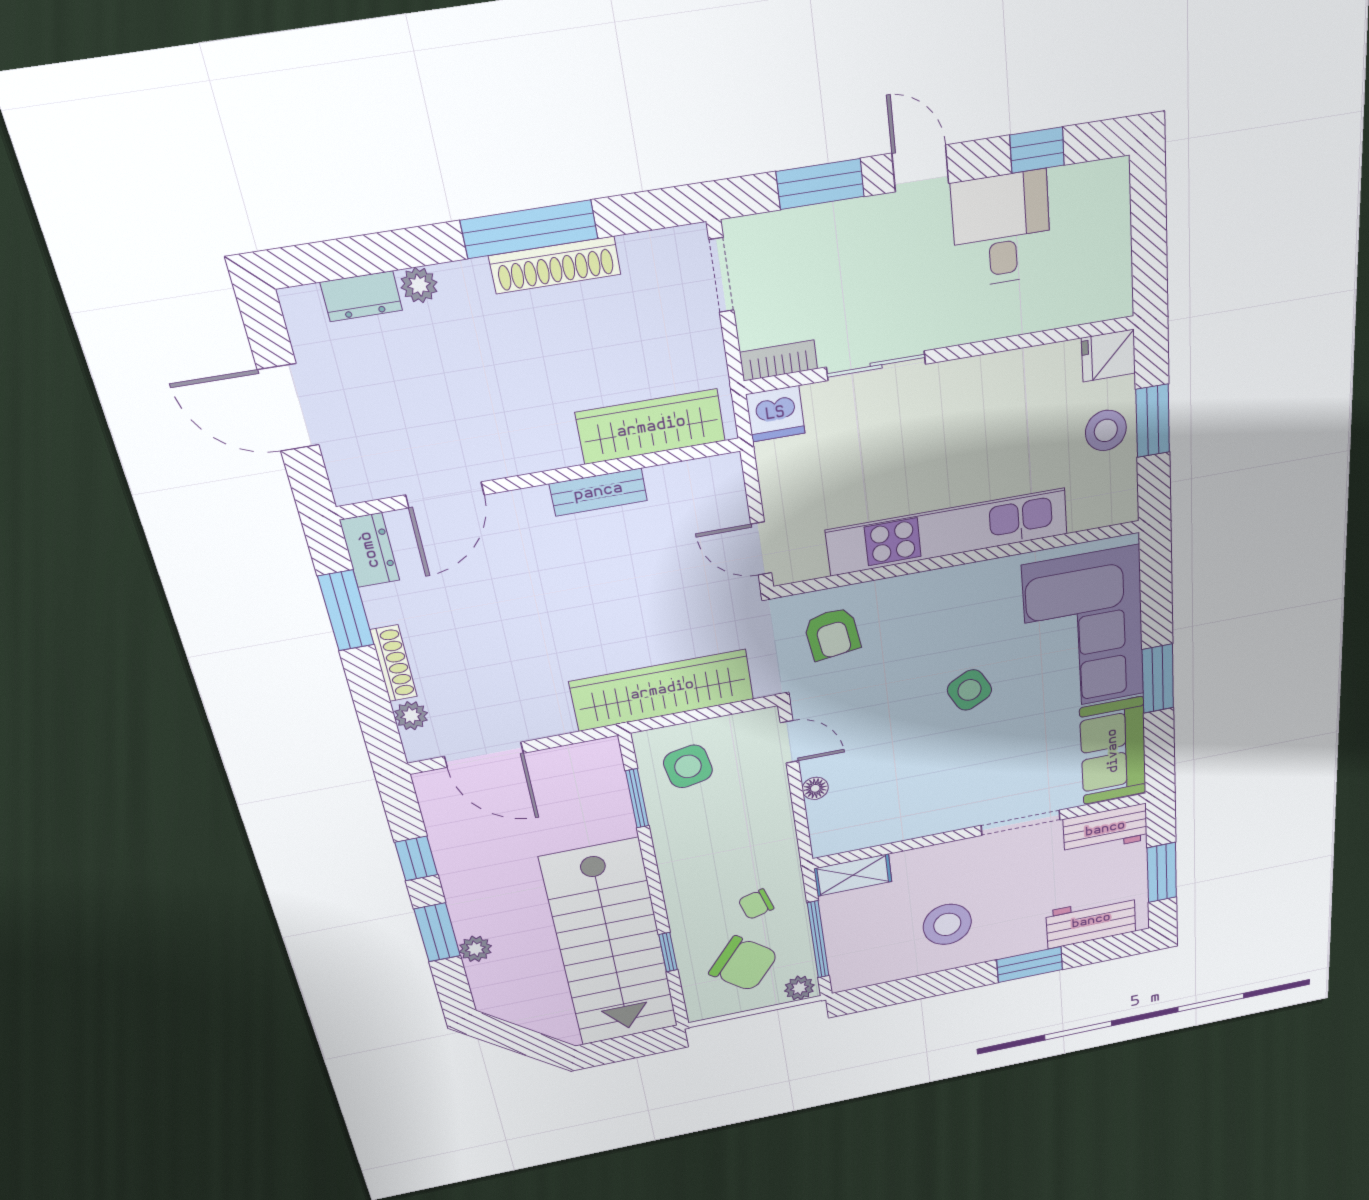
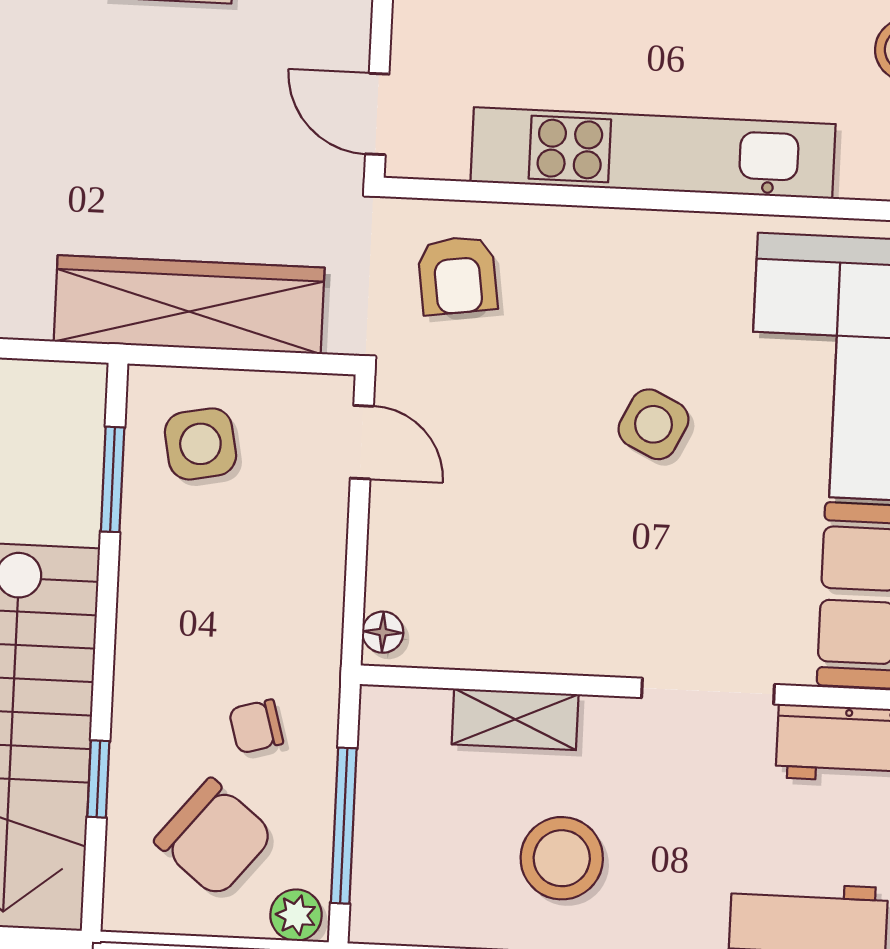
side table: (969, 690) -> (653, 424), turned -36
floor lamp: (815, 788) -> (383, 632), moved
shelving: (853, 875) -> (515, 719), moved

